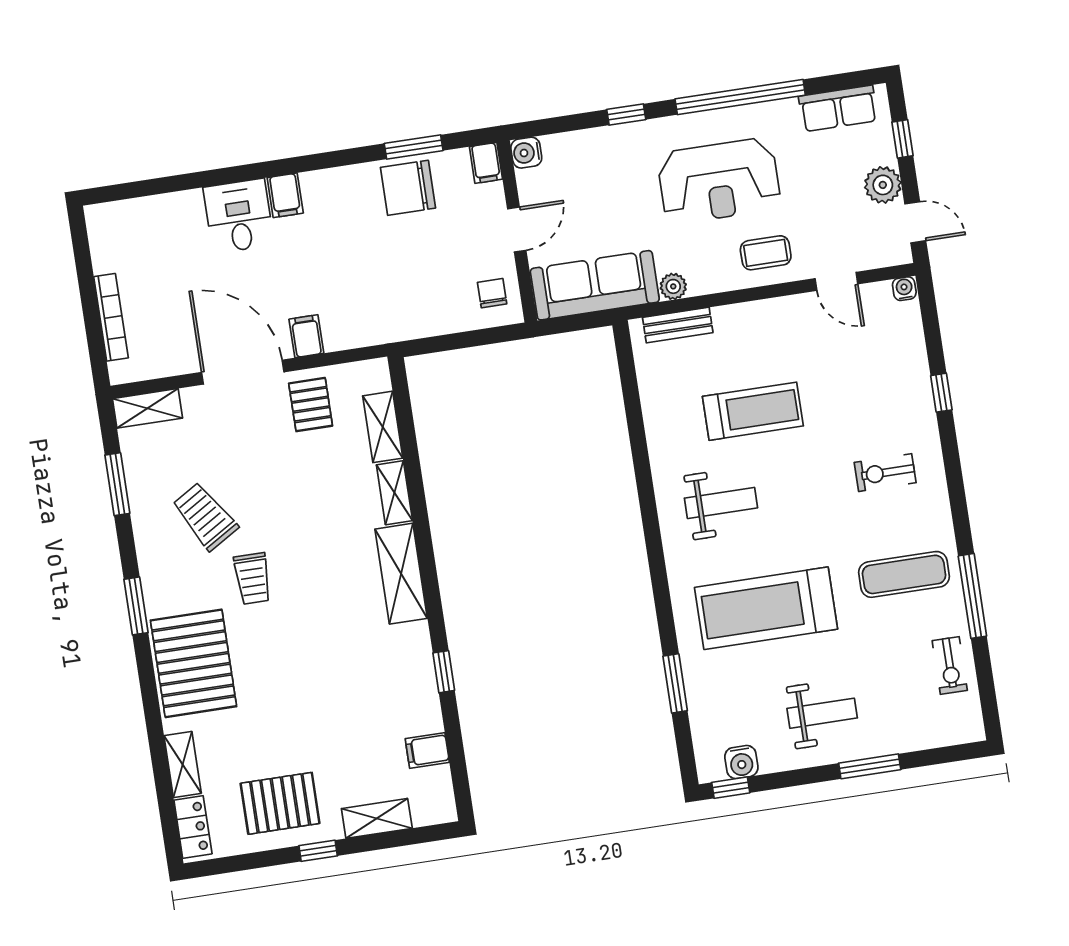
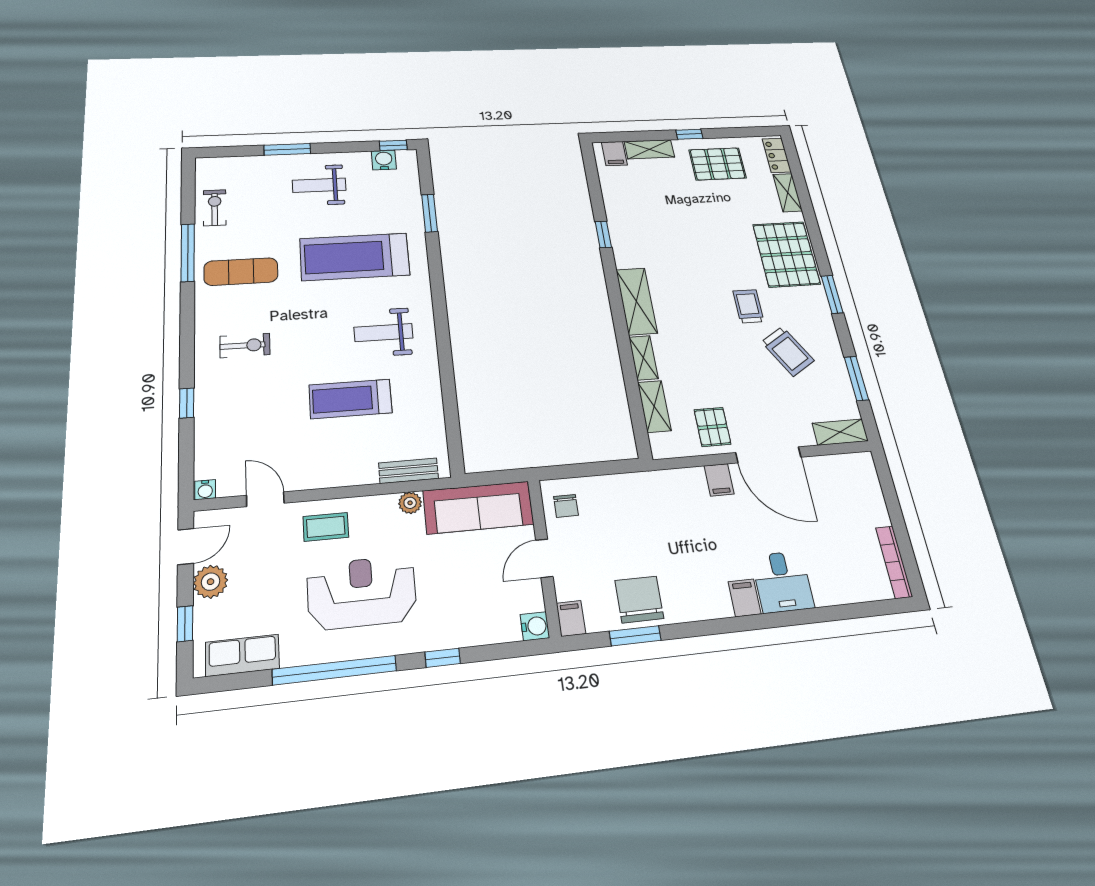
chair: (408, 188) -> (639, 599), turned -90
door: (915, 222) -> (186, 547), swing flipped
bookcase: (111, 317) -> (894, 562), moved
treadmill: (766, 608) -> (355, 257), turned 180
filing cabinet: (427, 750) -> (614, 154), moved, turned 90

